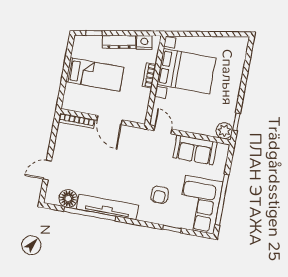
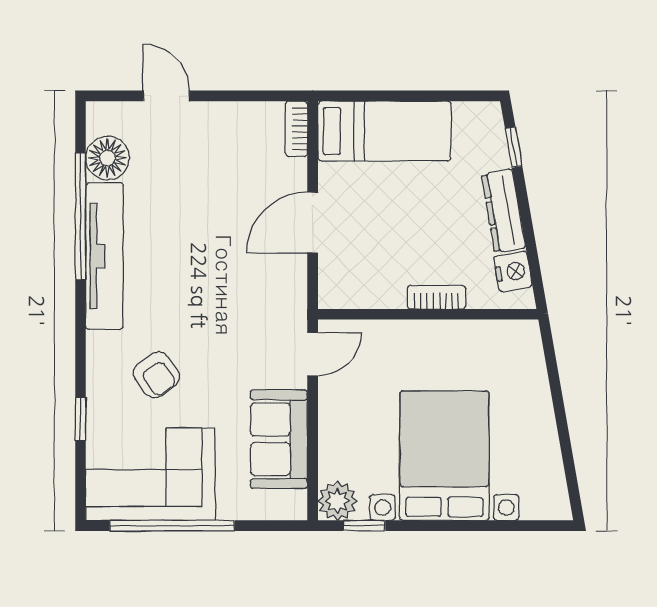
bed with nightstands: (186, 71) -> (444, 456), moved, turned 180
bed: (95, 75) -> (384, 131), moved, turned -90
bookcase: (77, 121) -> (296, 129), width x0.64
armchair: (160, 195) -> (156, 375), turned -125

